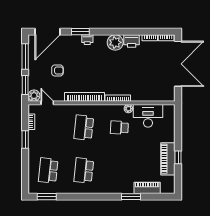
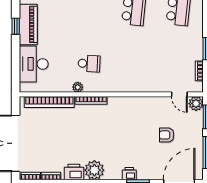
bookcase: (84, 97) -> (49, 102), moved
desk: (148, 116) -> (34, 64), moved, turned 90
school desk: (84, 128) -> (134, 64), removed

